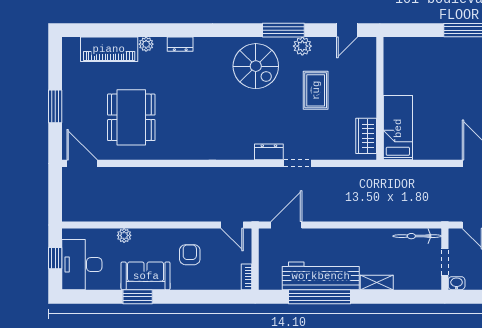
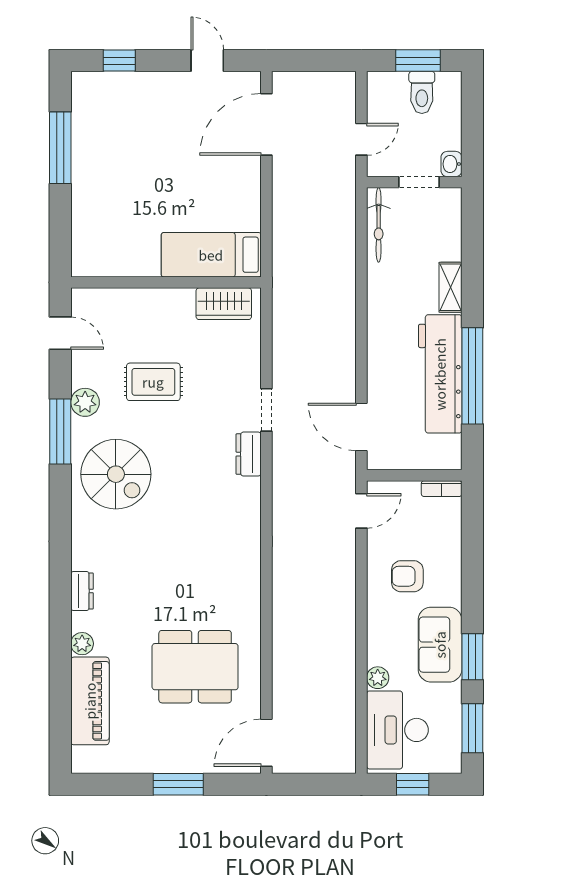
spiral stairs: (256, 66) -> (116, 474), turned 90
desk: (82, 265) -> (397, 730), moved, turned 90
window: (91, 297) -> (472, 728), added

